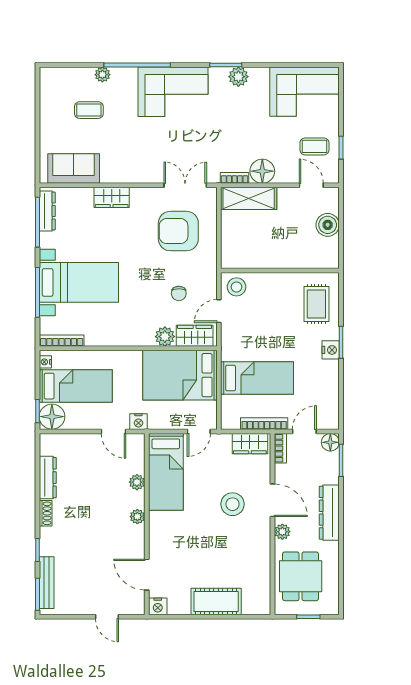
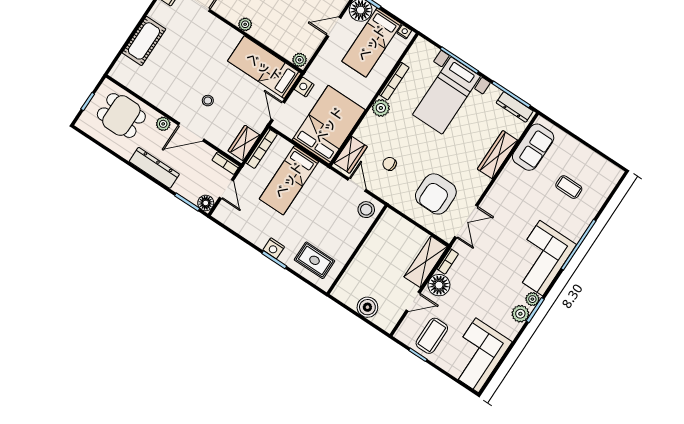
plant: (102, 75) -> (532, 299), moved
coffee table: (89, 110) -> (569, 187), turned 90
coffee table: (314, 146) -> (432, 336), width x1.36, depth x1.30
door: (311, 185) -> (413, 302), moved
wardrobe: (112, 197) -> (498, 155), width x1.50
armchair: (178, 231) -> (436, 194), turned 180
plant: (165, 337) -> (381, 108), moved
bookcase: (62, 341) -> (394, 81), moved
nightstand: (138, 422) -> (304, 87), moved
bookcase: (264, 424) -> (261, 148), moved
door: (113, 432) -> (334, 27), moved
plant: (137, 482) -> (300, 60), moved
stool: (233, 504) -> (208, 101), width x0.53, depth x0.53

